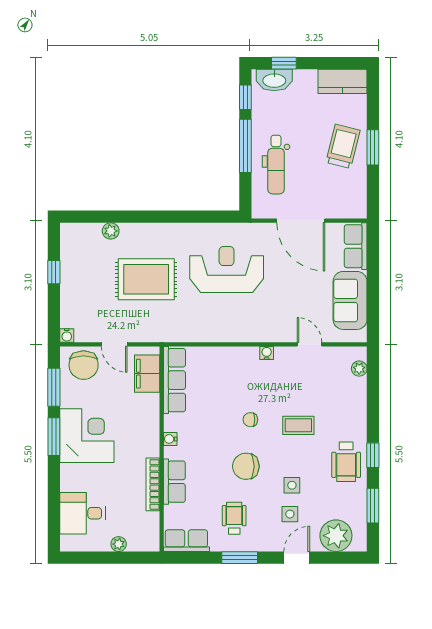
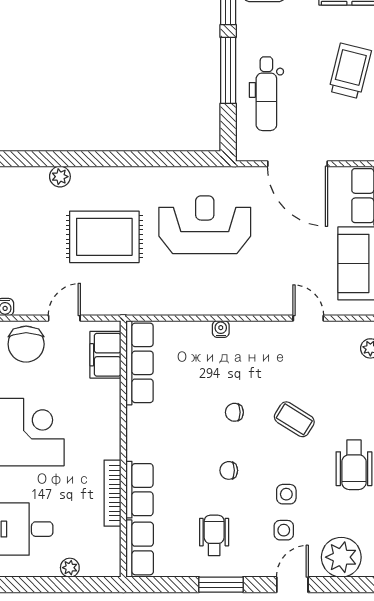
door: (114, 344) -> (64, 318), swing flipped
water cooler: (267, 353) -> (221, 329), moved
coffee table: (298, 425) -> (294, 419), turned 32
water cooler: (170, 439) -> (134, 436), removed
chair: (246, 466) -> (229, 470), width x0.54, depth x0.54
row of seats: (186, 541) -> (140, 548), moved, turned 90

